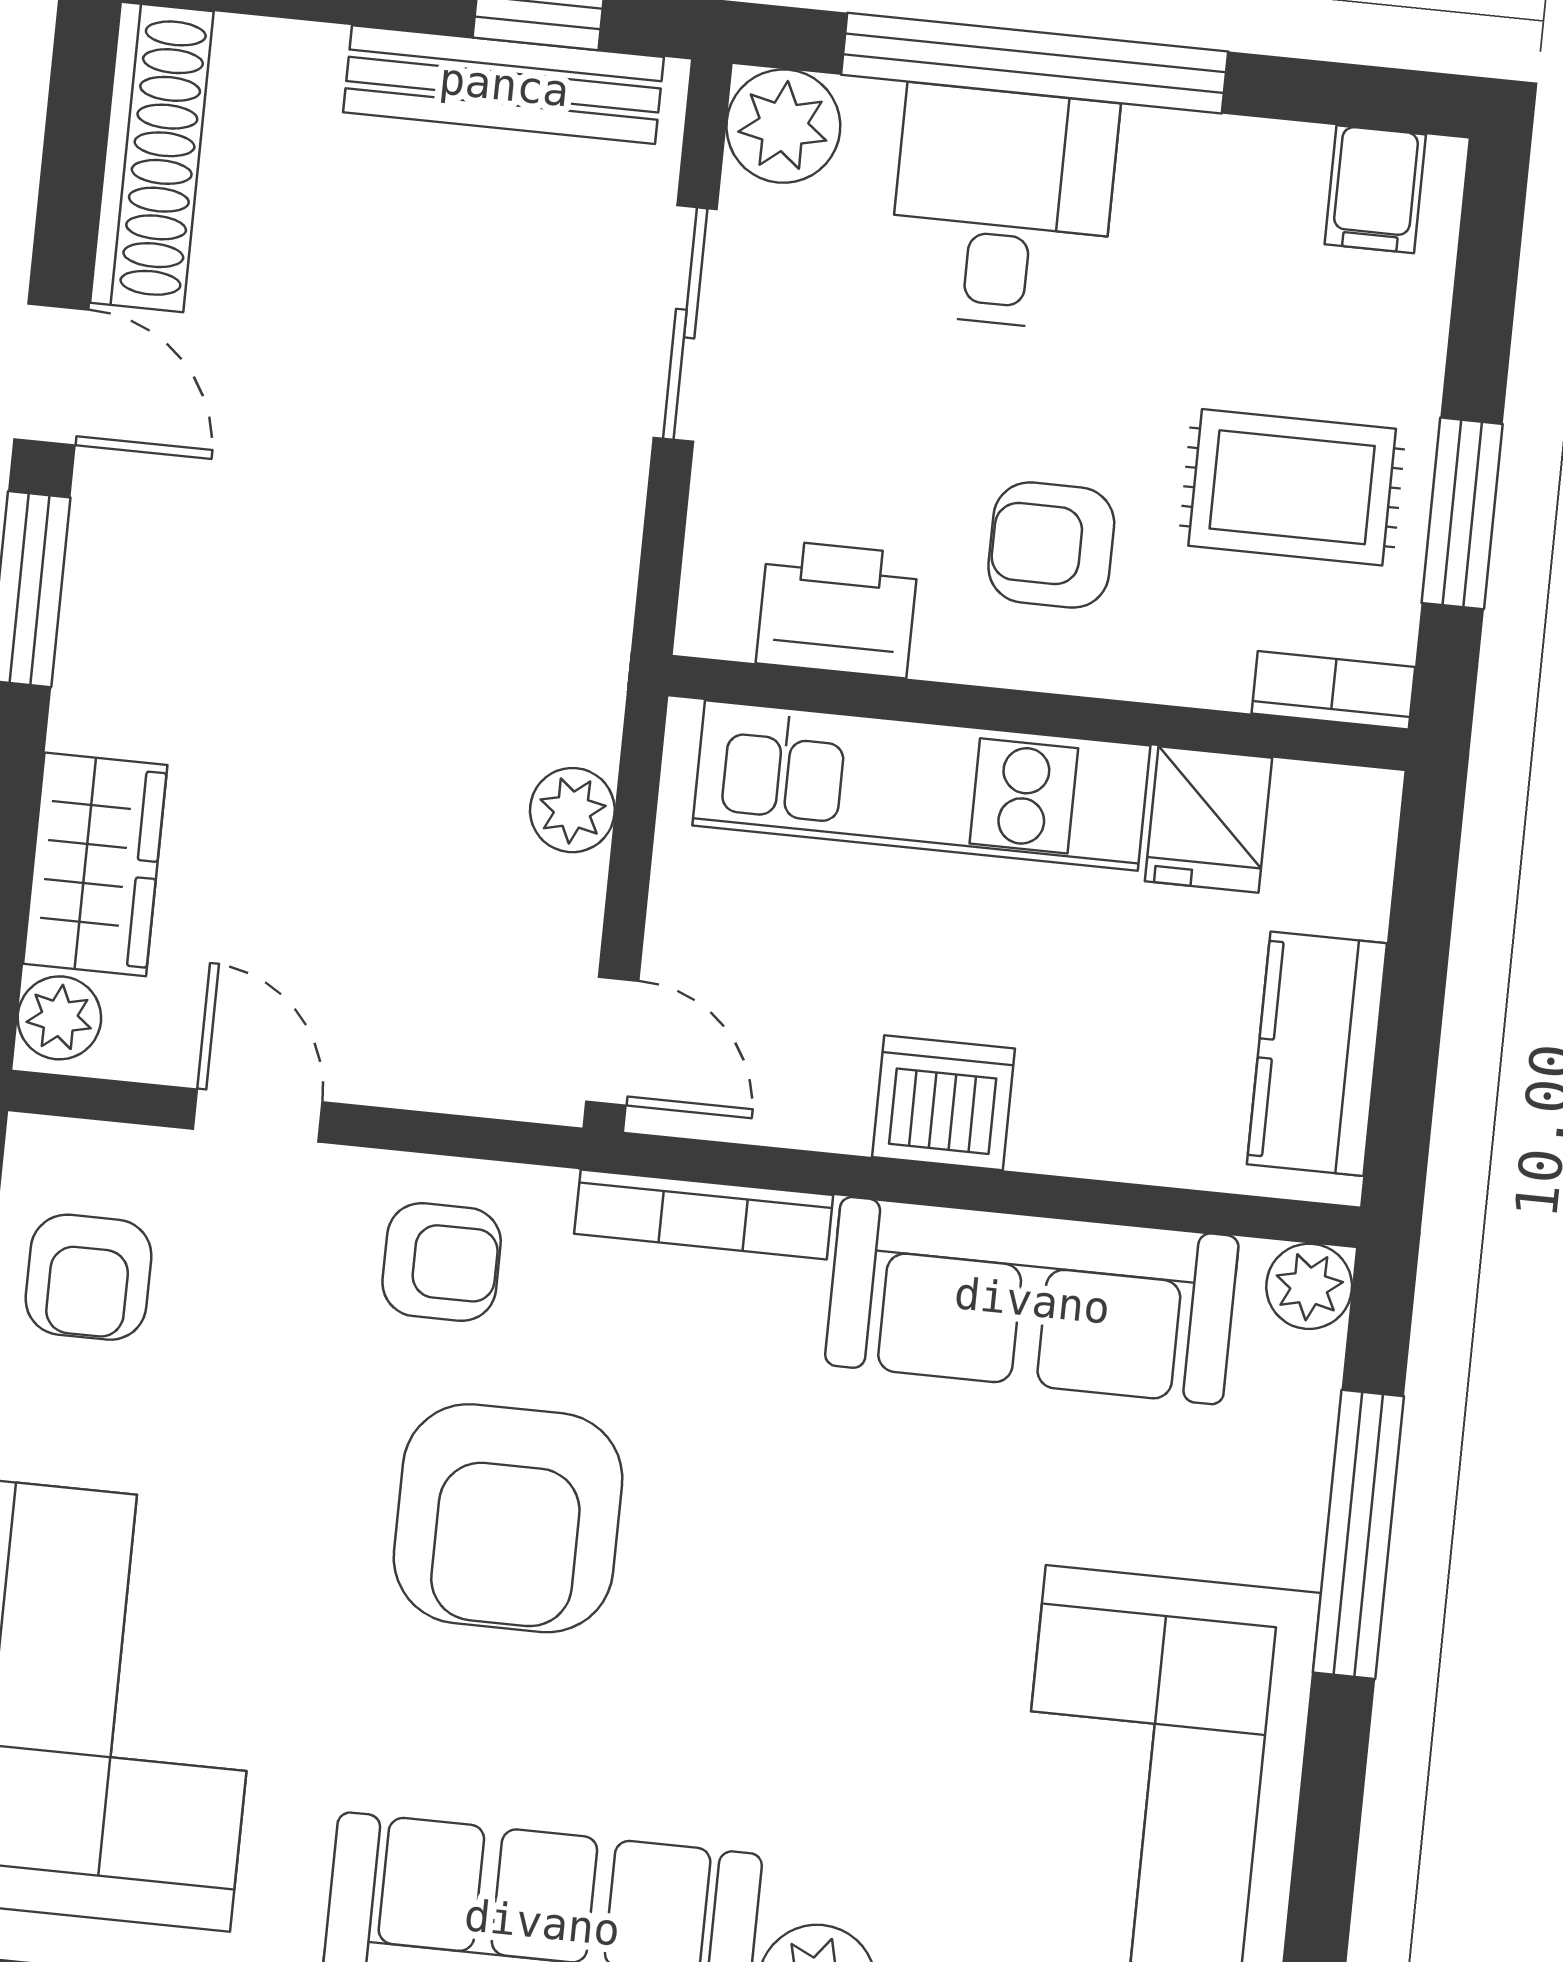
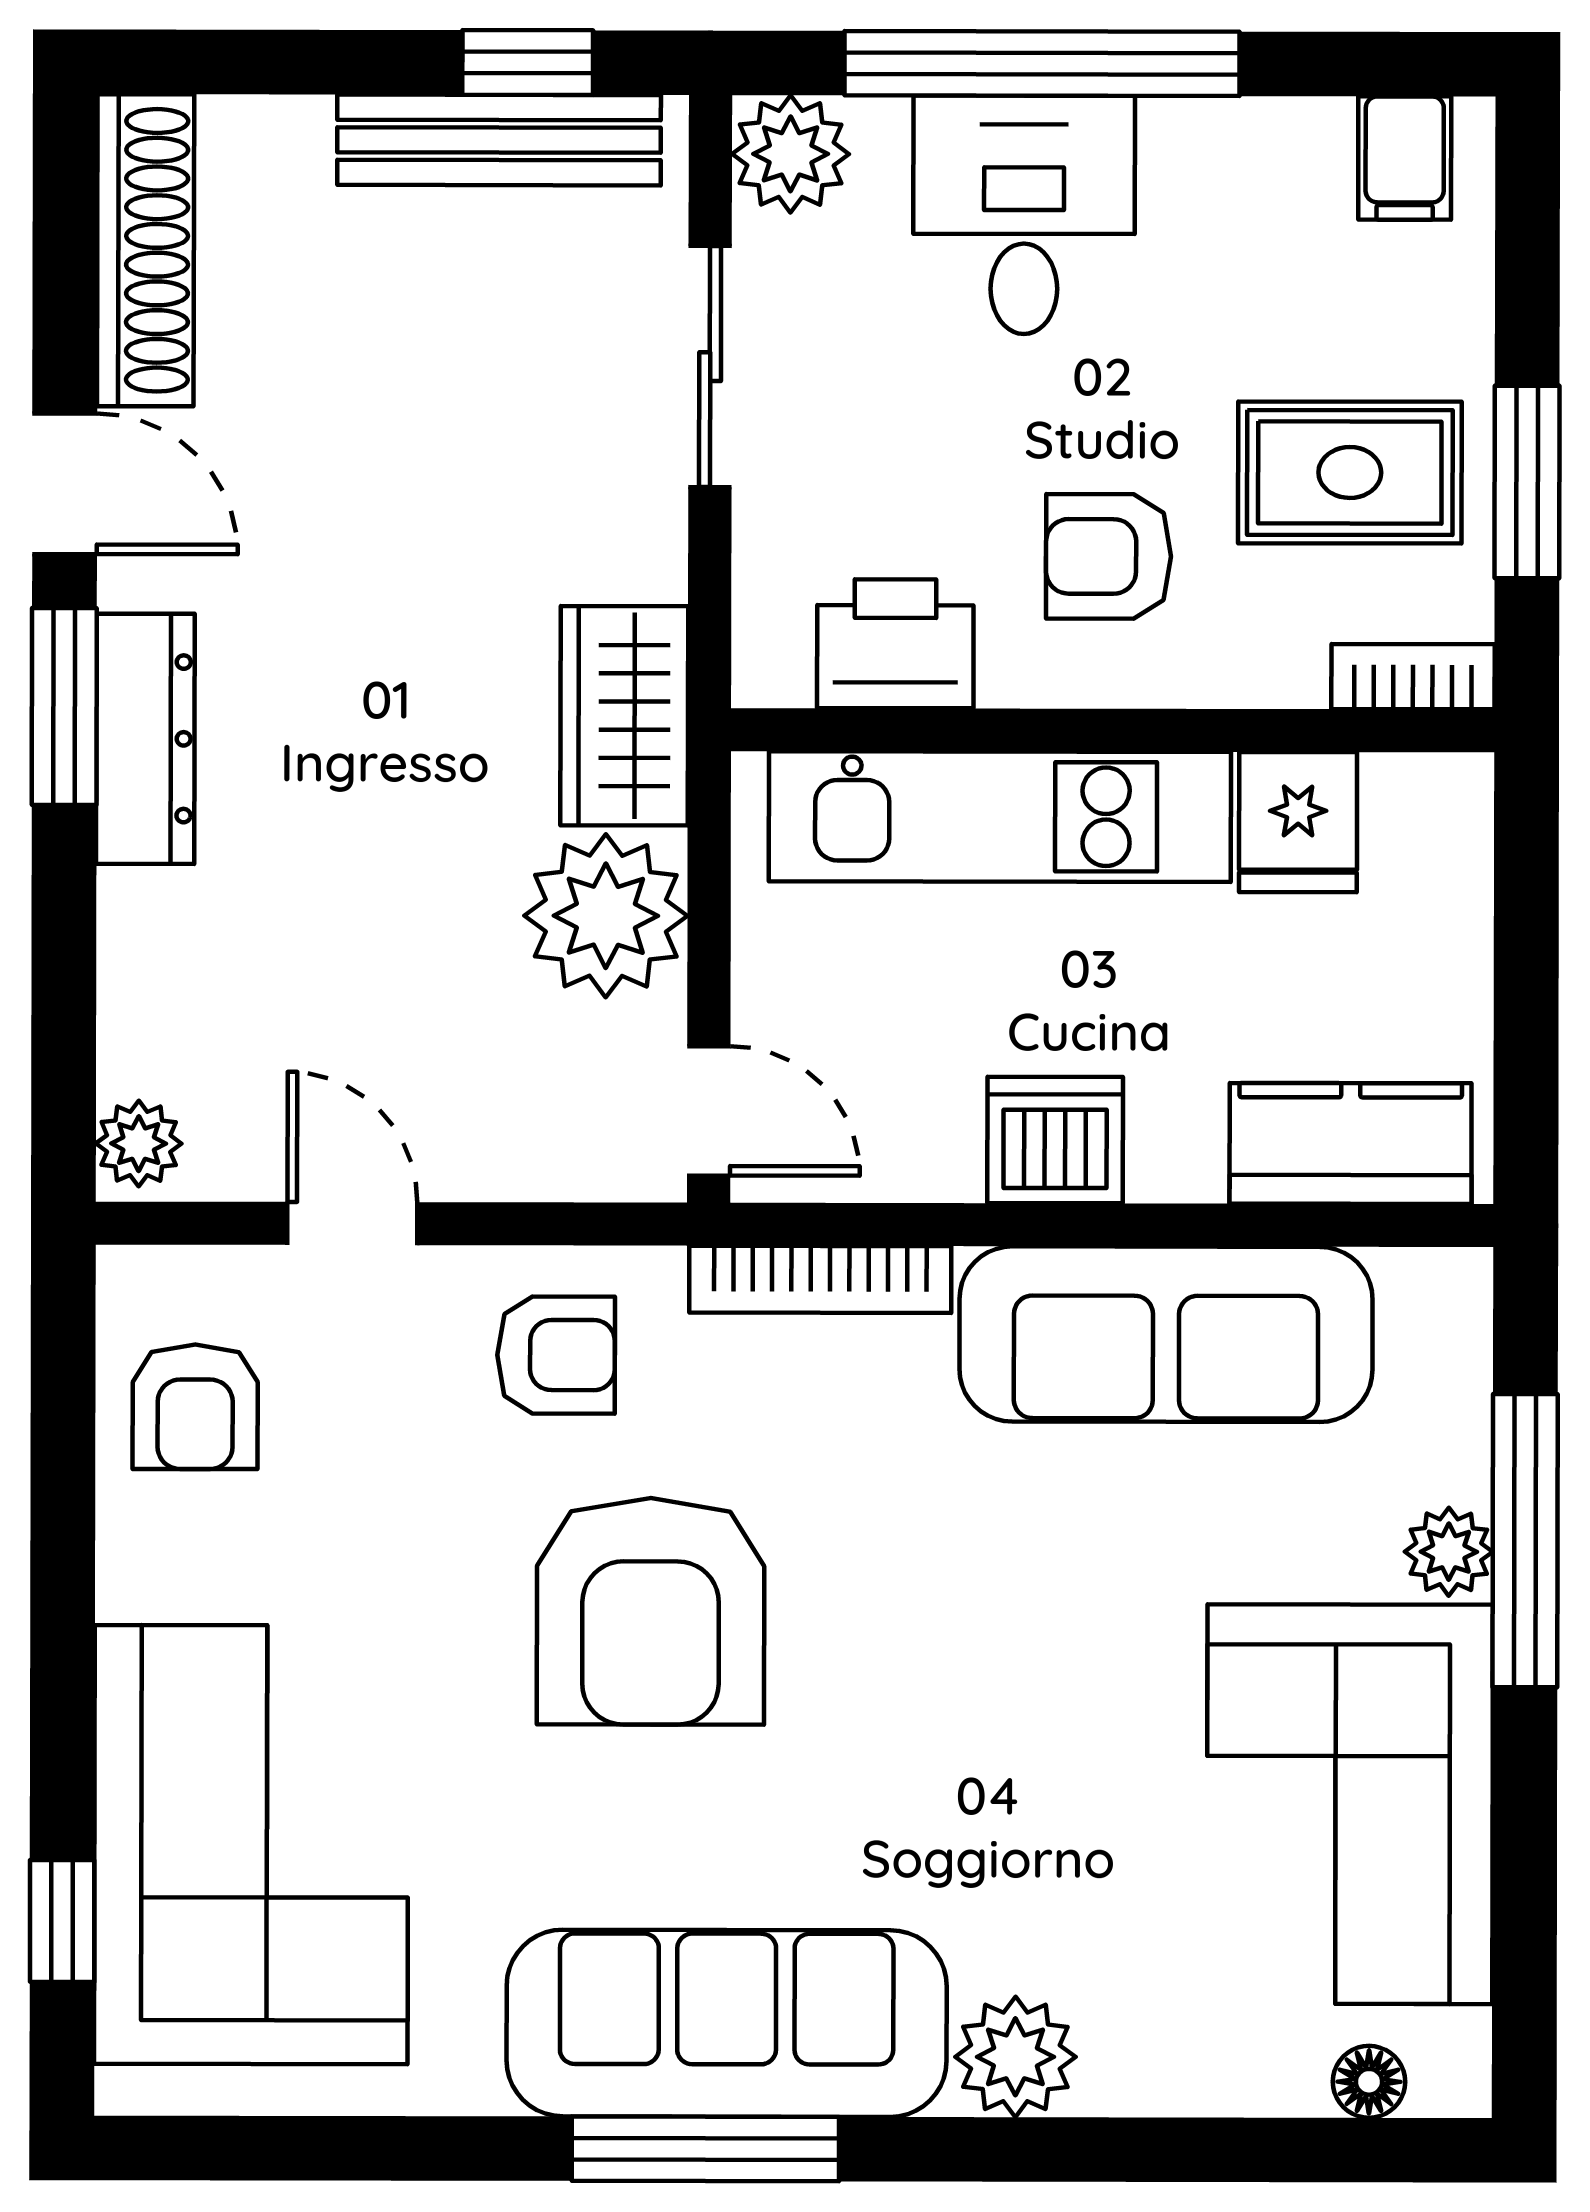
dresser: (105, 628) -> (145, 739), added
plant: (572, 810) -> (606, 916), width x1.88, depth x1.88
wardrobe: (95, 864) -> (624, 716), moved, turned 180
kitchen counter: (1317, 1054) -> (1351, 1143), moved, turned 90
plant: (1309, 1286) -> (1449, 1552), moved

